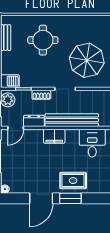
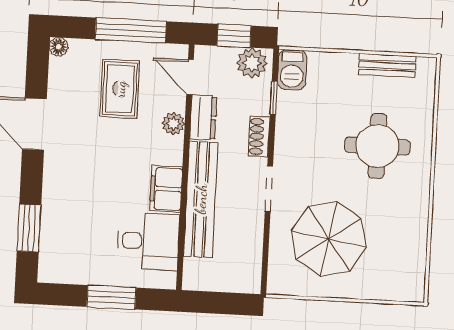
plant: (37, 134) -> (173, 124), added
filing cabinet: (54, 136) -> (166, 189), moved
rug: (73, 181) -> (120, 89), moved
window: (70, 198) -> (29, 228), moved

